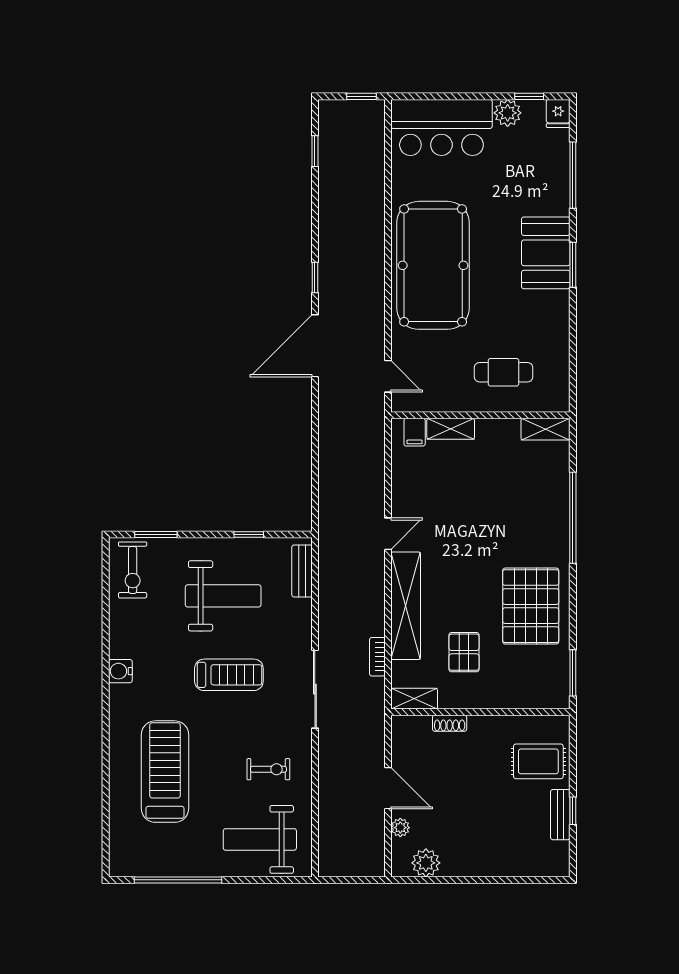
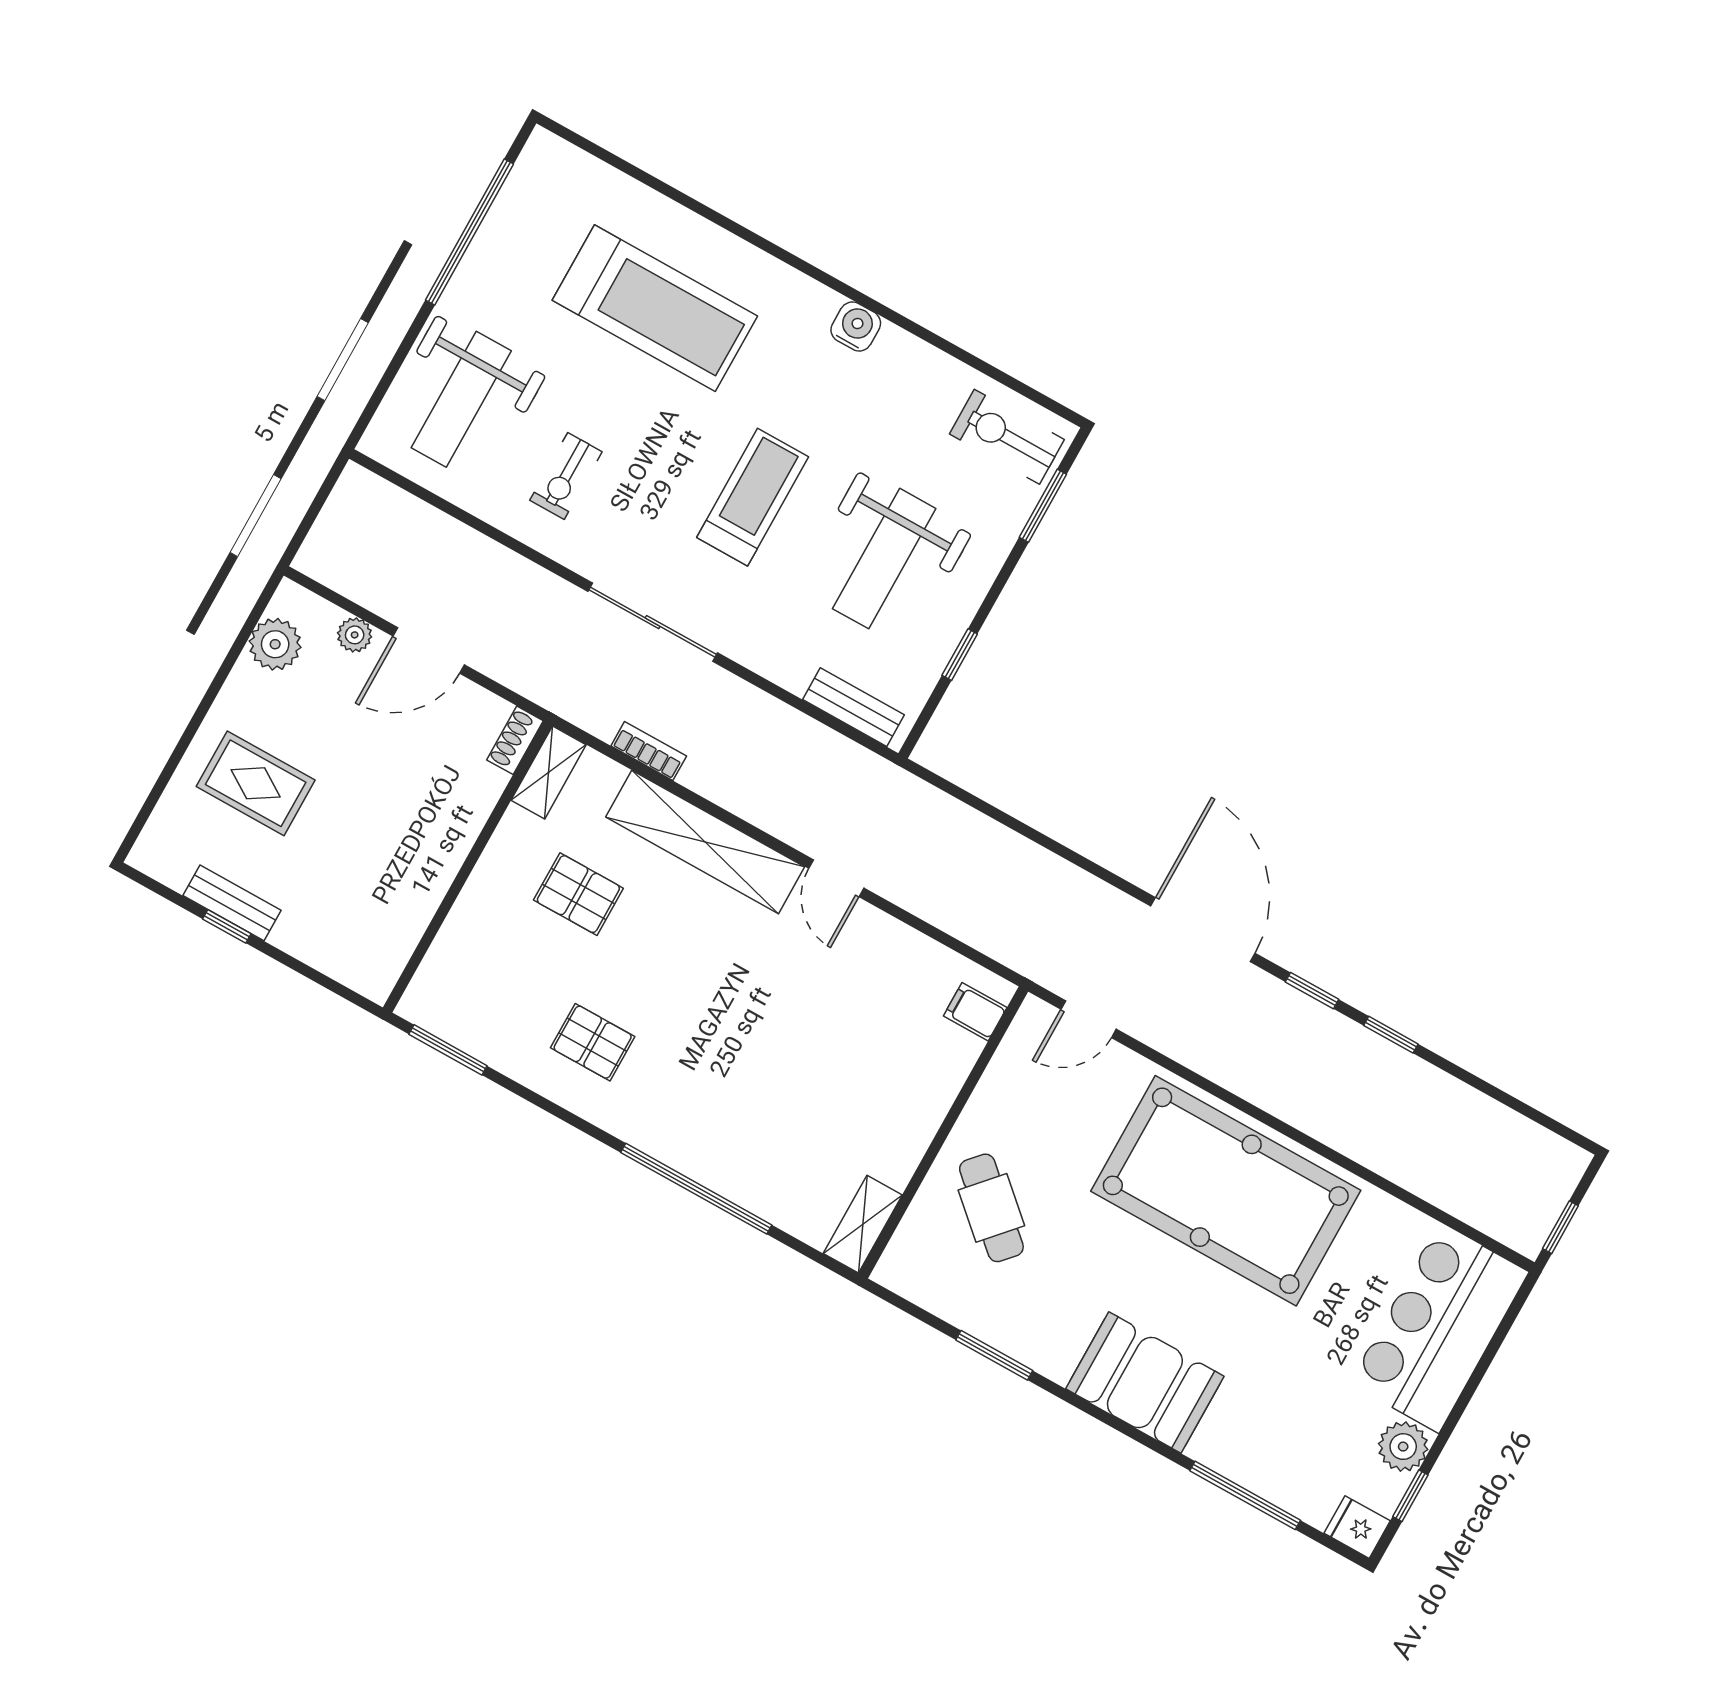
window: (315, 151) -> (1391, 1035), moved
window: (573, 265) -> (994, 1355), moved
cafe table: (504, 372) -> (991, 1208), turned -48
shelving: (451, 429) -> (948, 1073), removed
pallet: (531, 606) -> (593, 1042), width x0.49, depth x0.50
treadmill: (229, 675) -> (753, 497), turned 180
shoe rack: (450, 723) -> (515, 740), moved
rug: (538, 761) -> (256, 783), moved, turned 90
weight bench: (260, 839) -> (461, 399), turned 180

